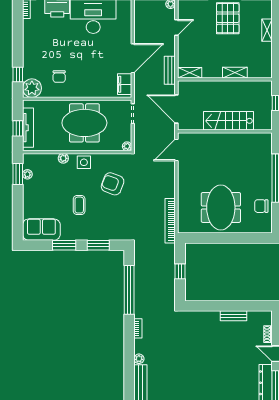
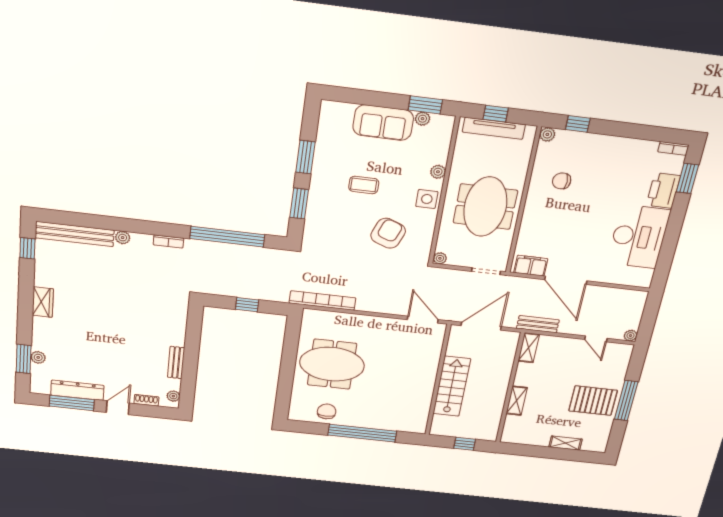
plant: (32, 88) -> (547, 134), width x0.53, depth x0.53
sofa: (41, 230) -> (383, 123), moved, turned 90
plant: (262, 315) -> (173, 396), added

